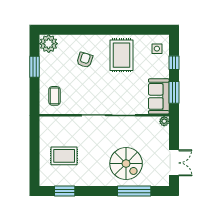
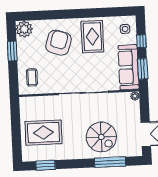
armchair: (85, 60) -> (58, 43), width x1.88, depth x1.88
sofa: (159, 96) -> (129, 67), width x1.36
rug: (64, 156) -> (43, 133), width x1.36, depth x1.43

